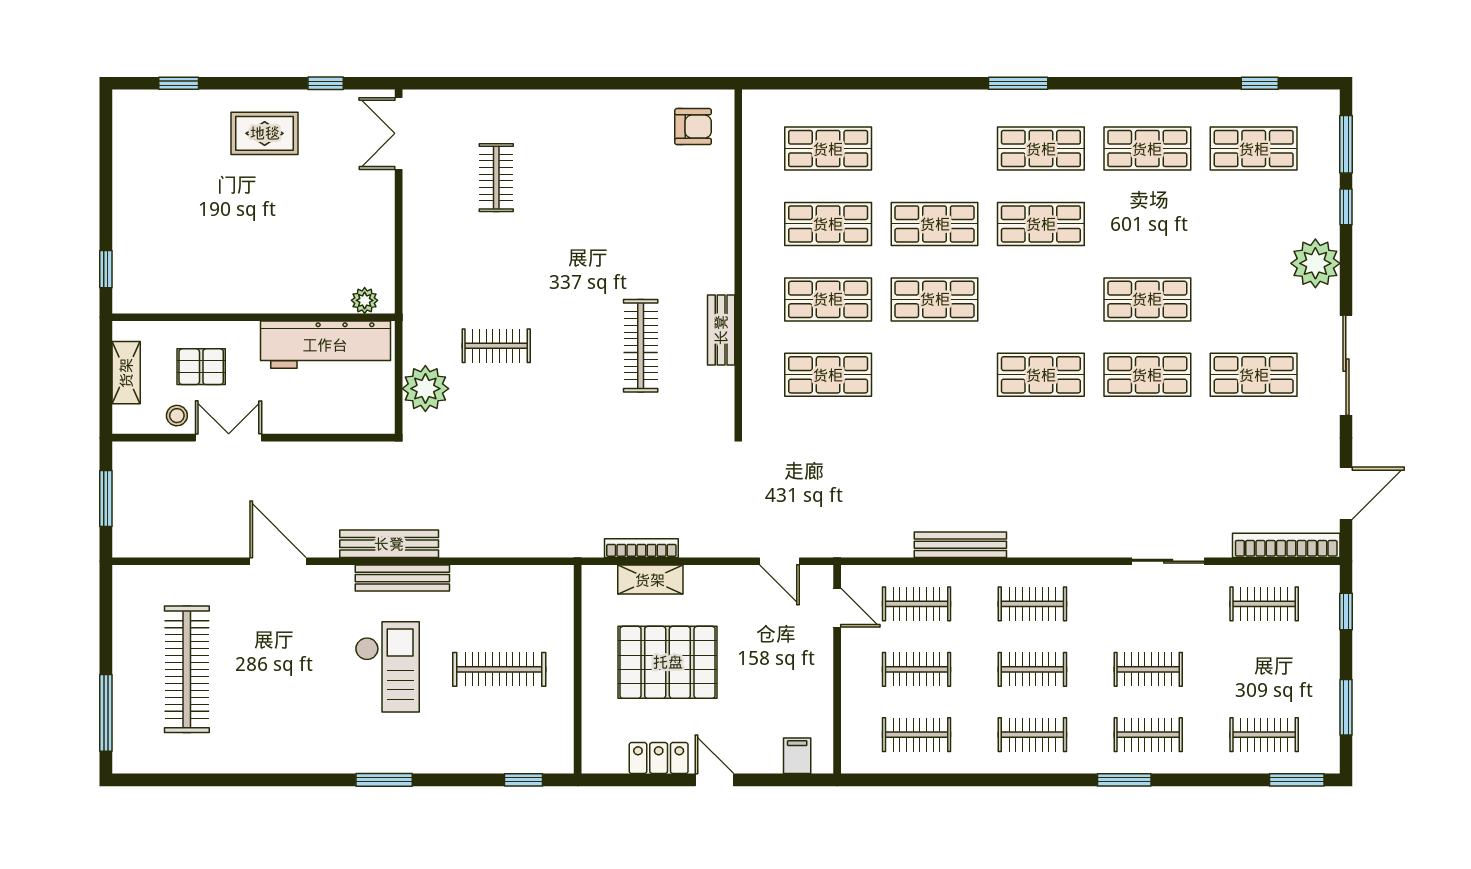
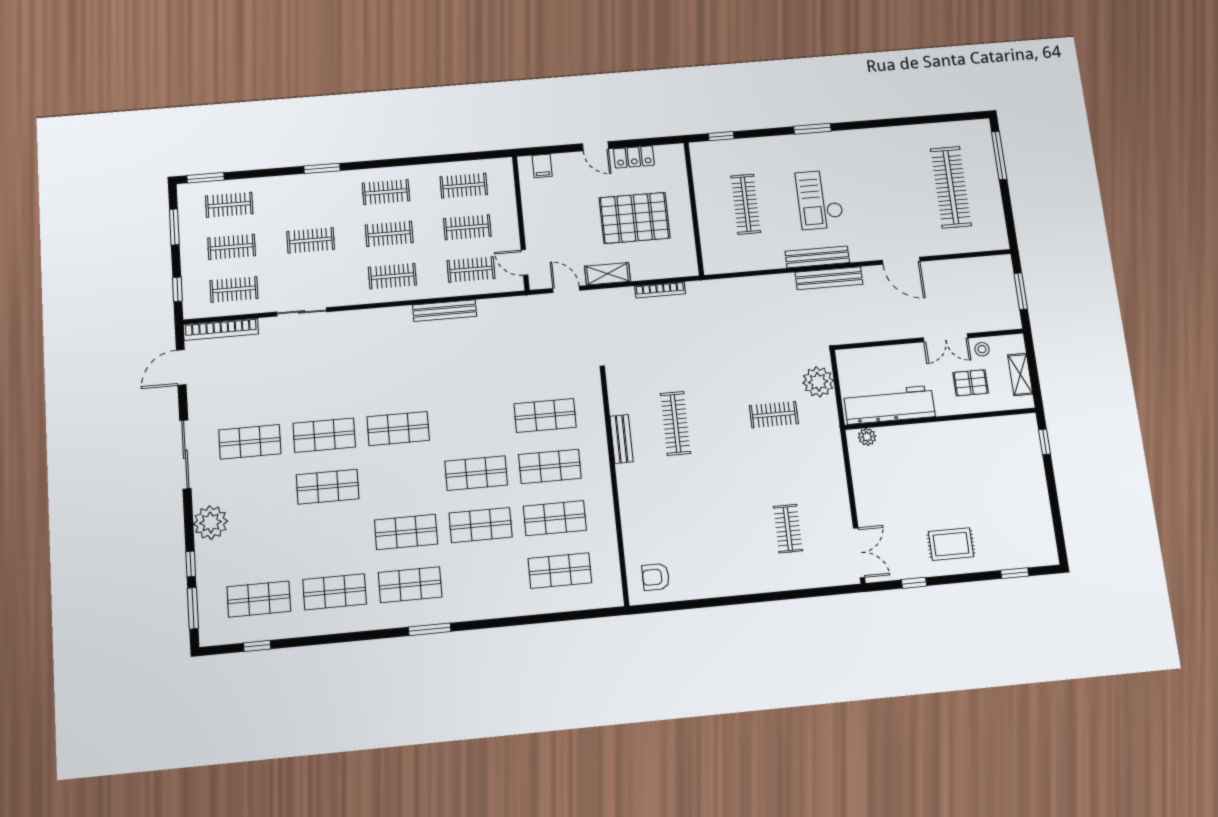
shelving: (650, 580) -> (608, 274), moved
clothes rail: (499, 669) -> (746, 204), turned 90
clothes rail: (1148, 735) -> (232, 247), moved

